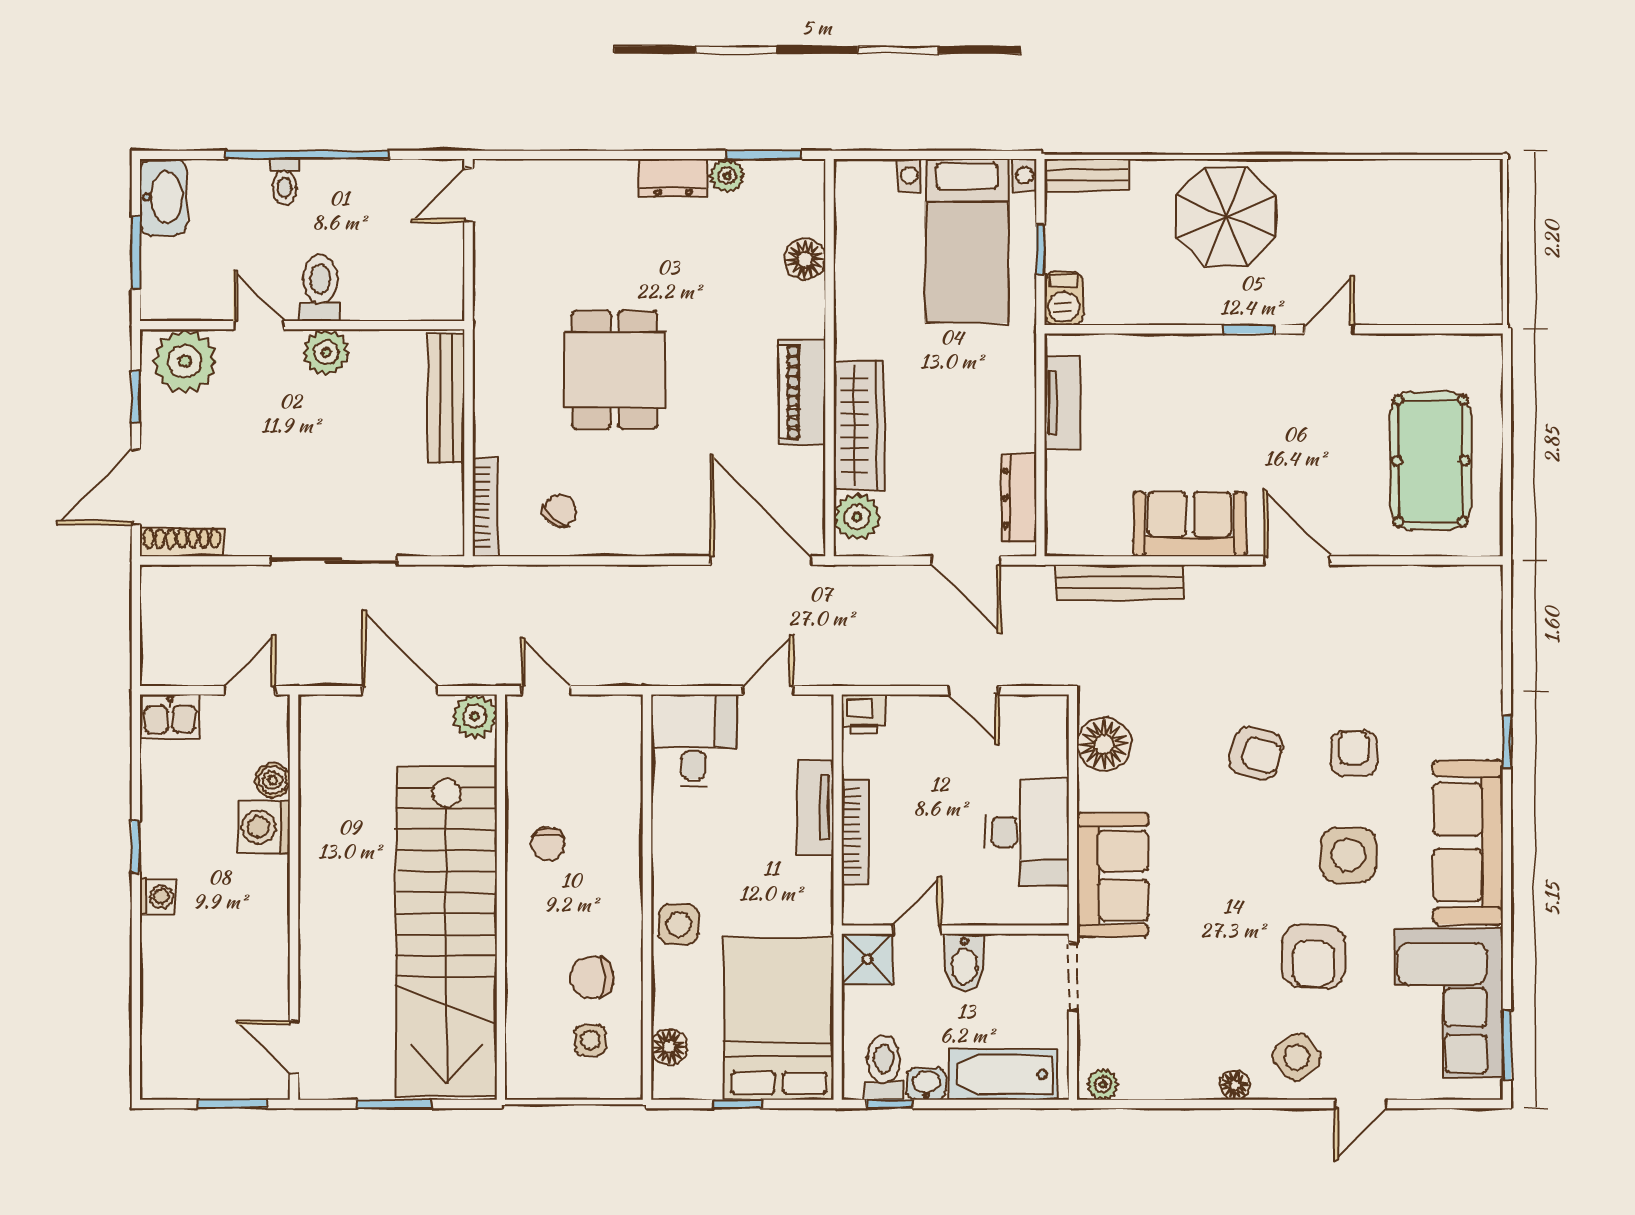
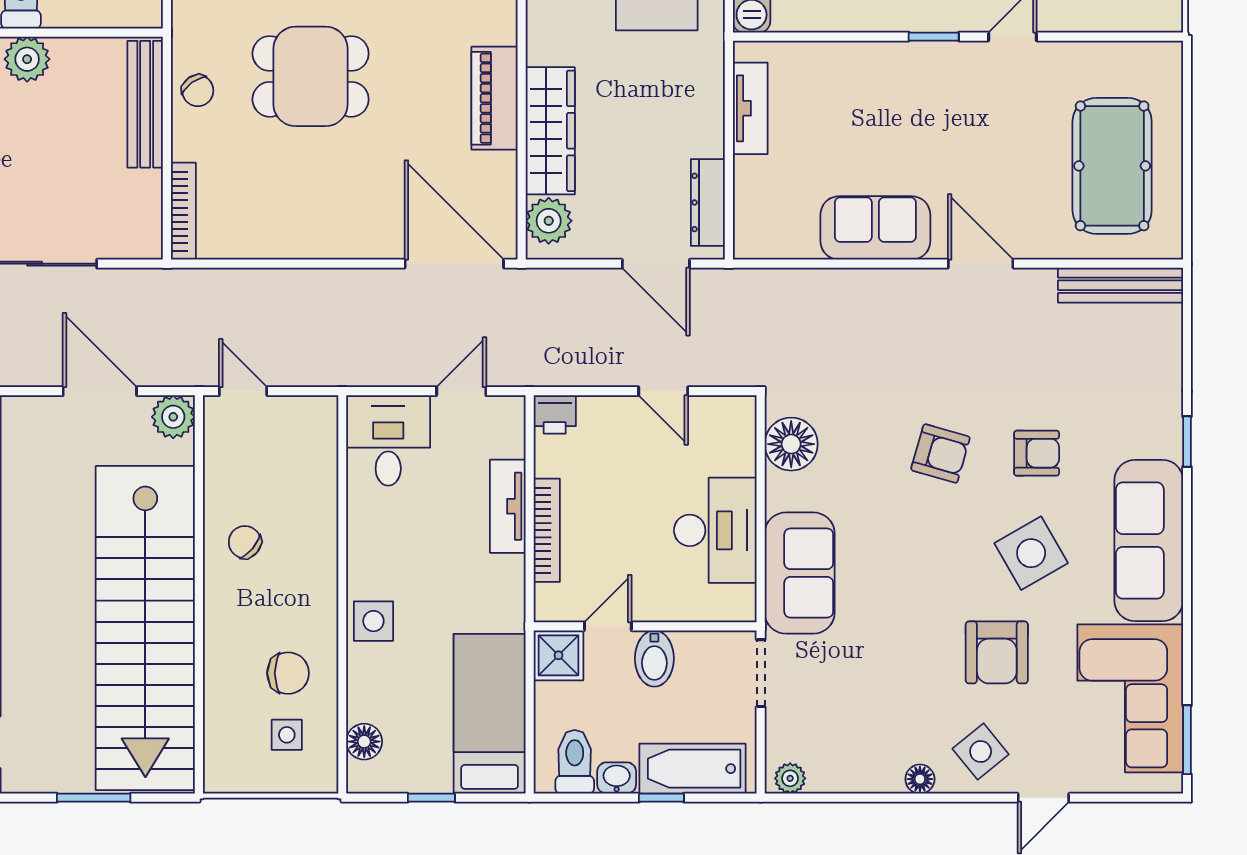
dining table: (615, 370) -> (311, 76), turned 90
chair: (560, 511) -> (198, 91), moved, turned 103
bench: (1120, 582) -> (1120, 285), moved
armchair: (1354, 753) -> (1037, 453), turned 90
chair: (548, 844) -> (245, 542), turned 130
side table: (1348, 855) -> (1031, 553), turned -30
chair: (592, 977) -> (288, 673), turned 180
bed: (779, 1019) -> (490, 714), width x0.67
window: (890, 1104) -> (661, 798), moved

